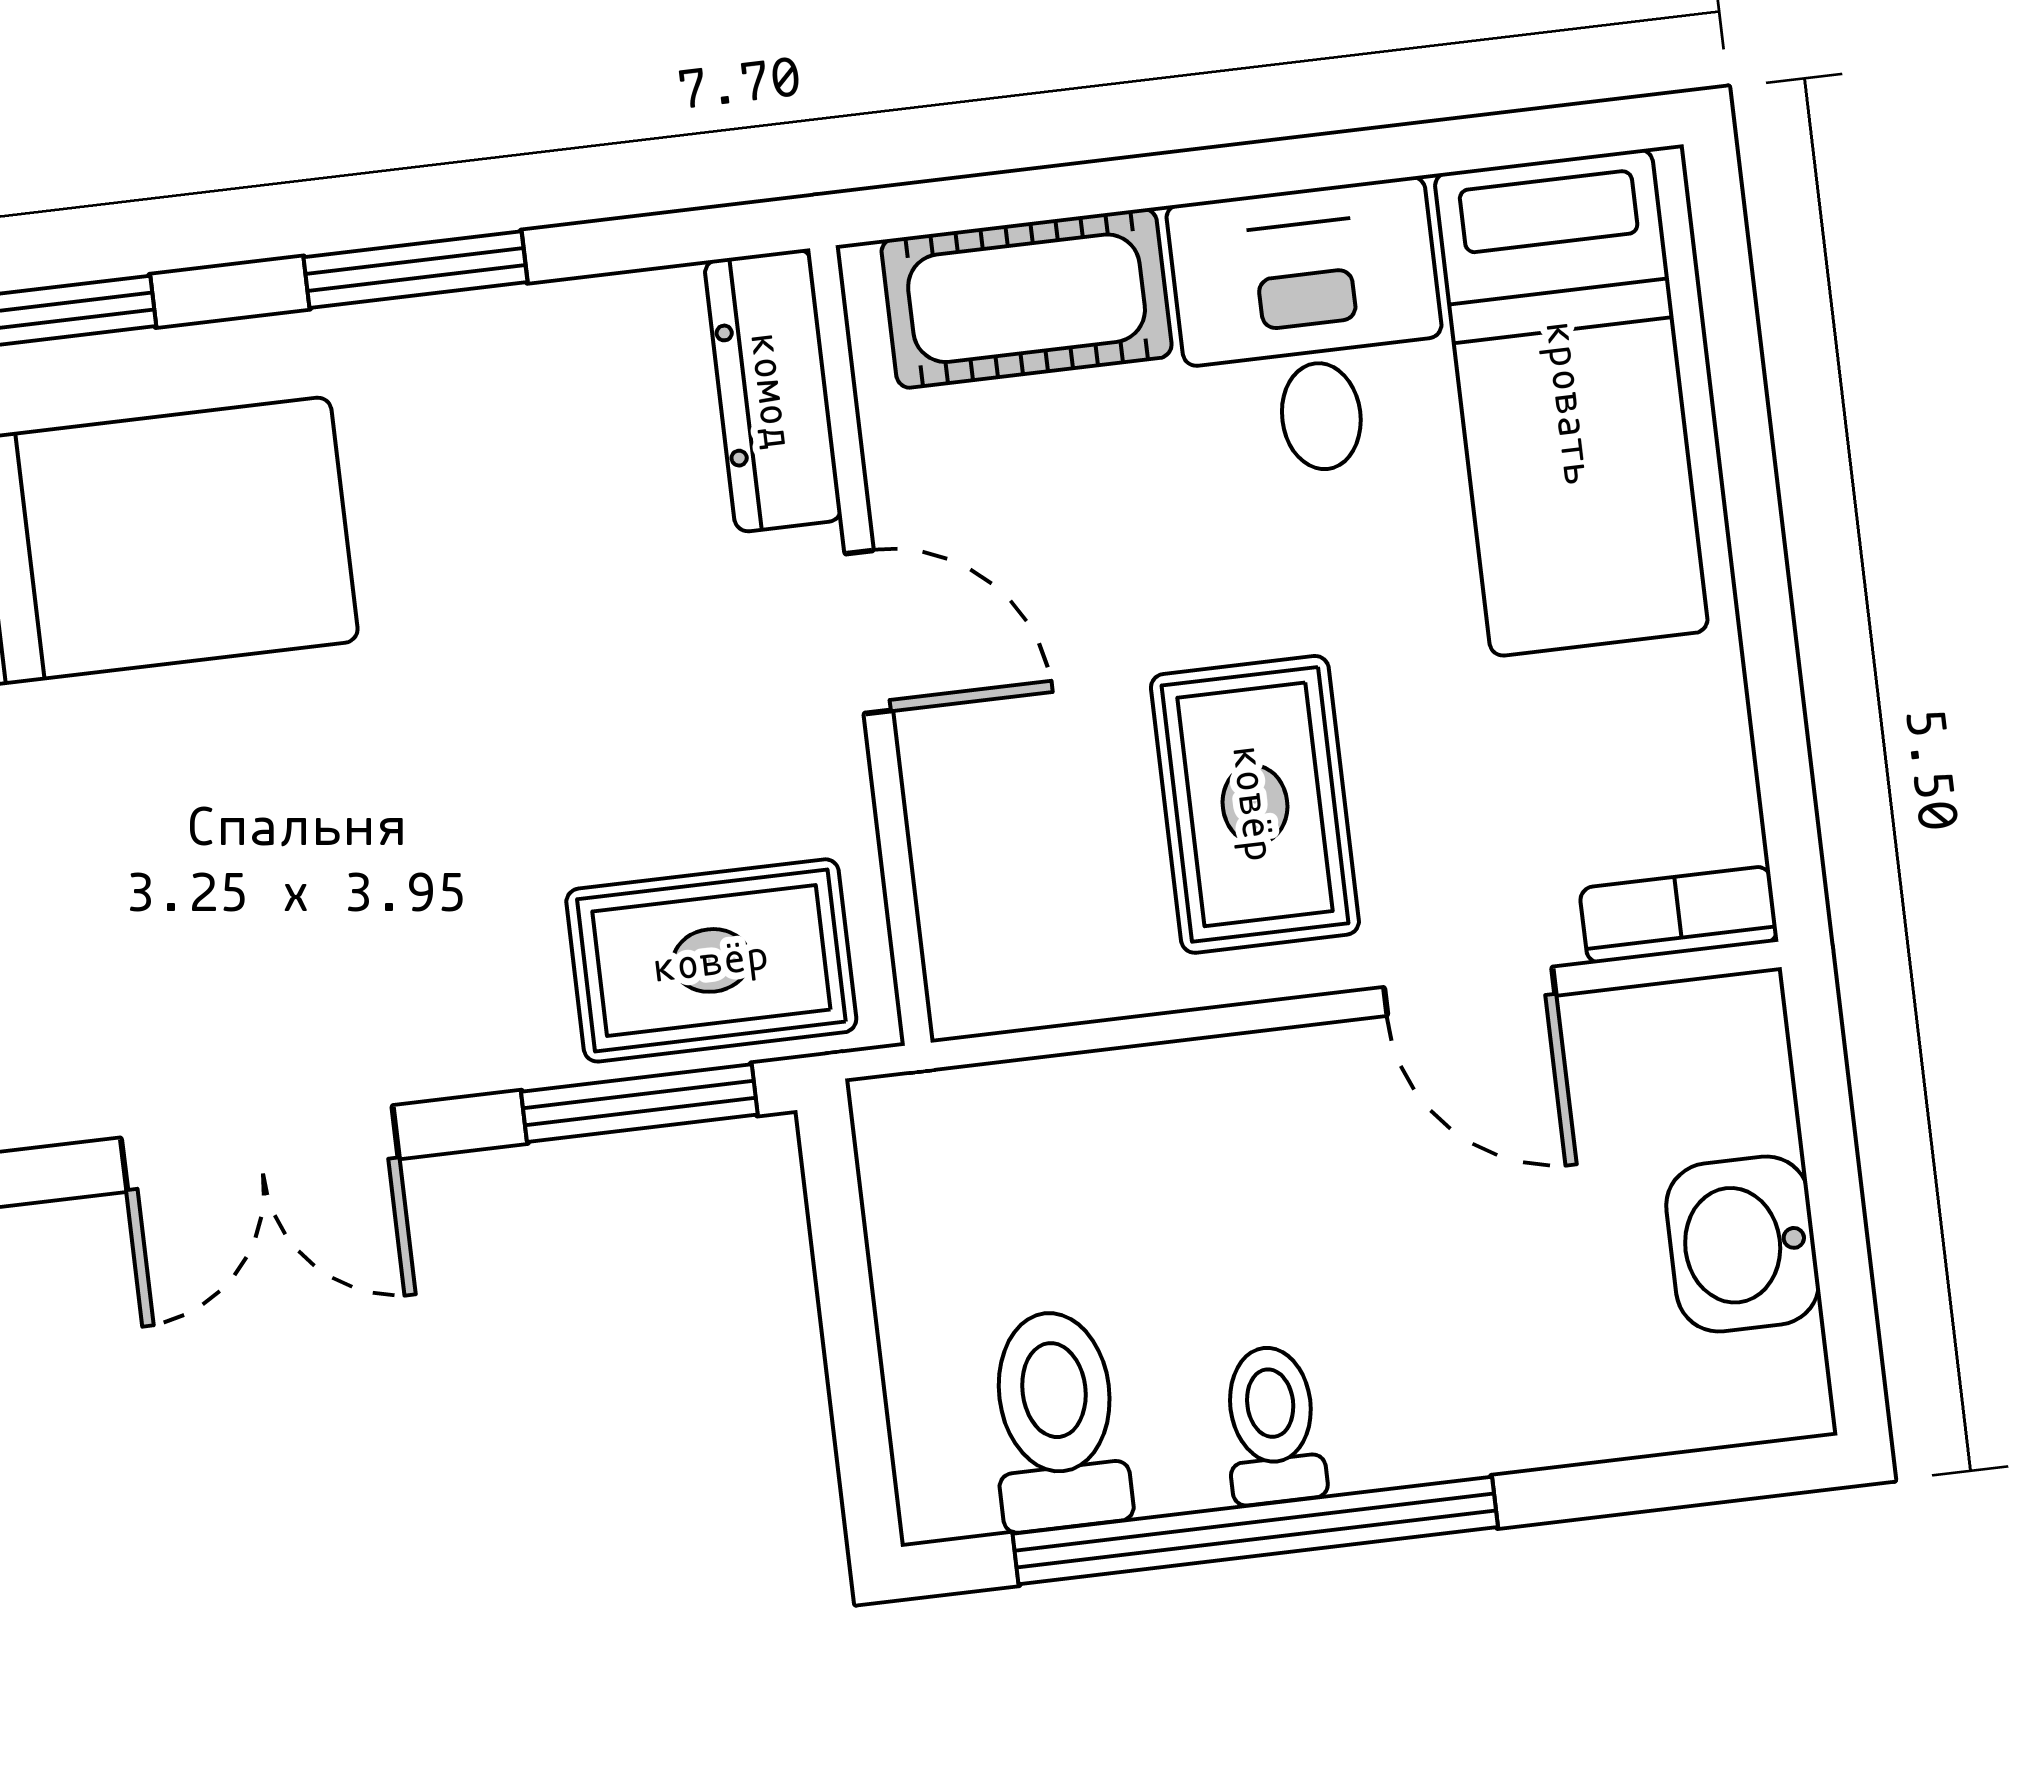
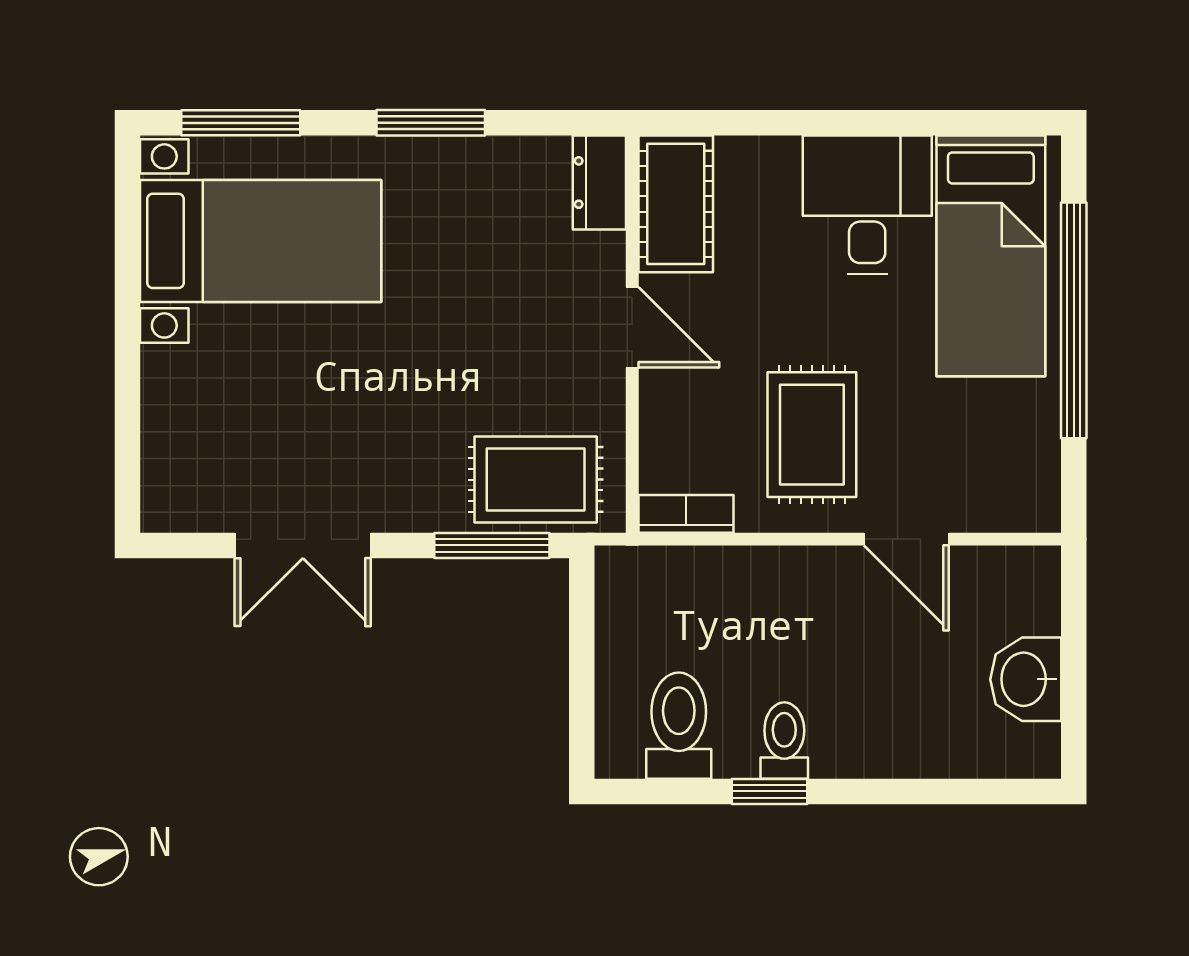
cot: (1027, 298) -> (676, 204), moved, turned 90
dresser: (773, 391) -> (599, 183), width x0.70
window: (1753, 512) -> (1074, 320), added
bookcase: (1679, 915) -> (686, 514), moved
window: (1255, 1530) -> (769, 791), width x0.32

